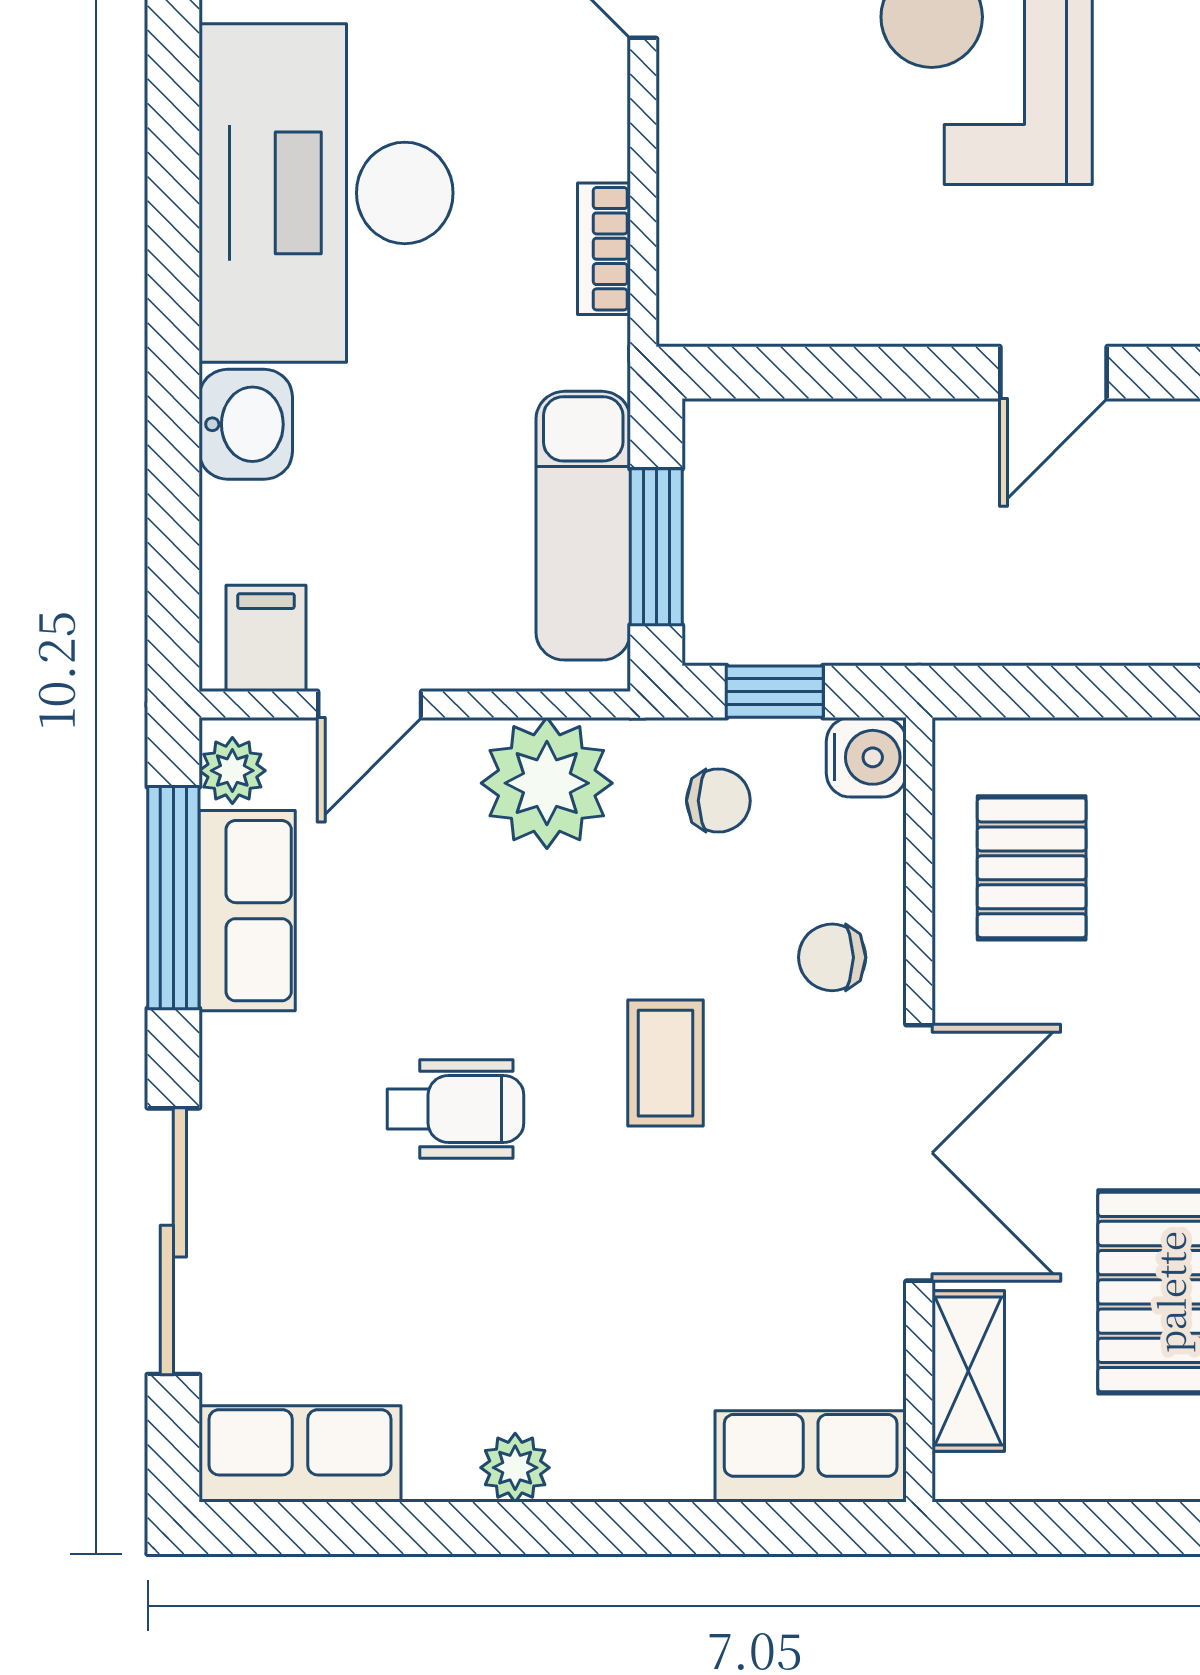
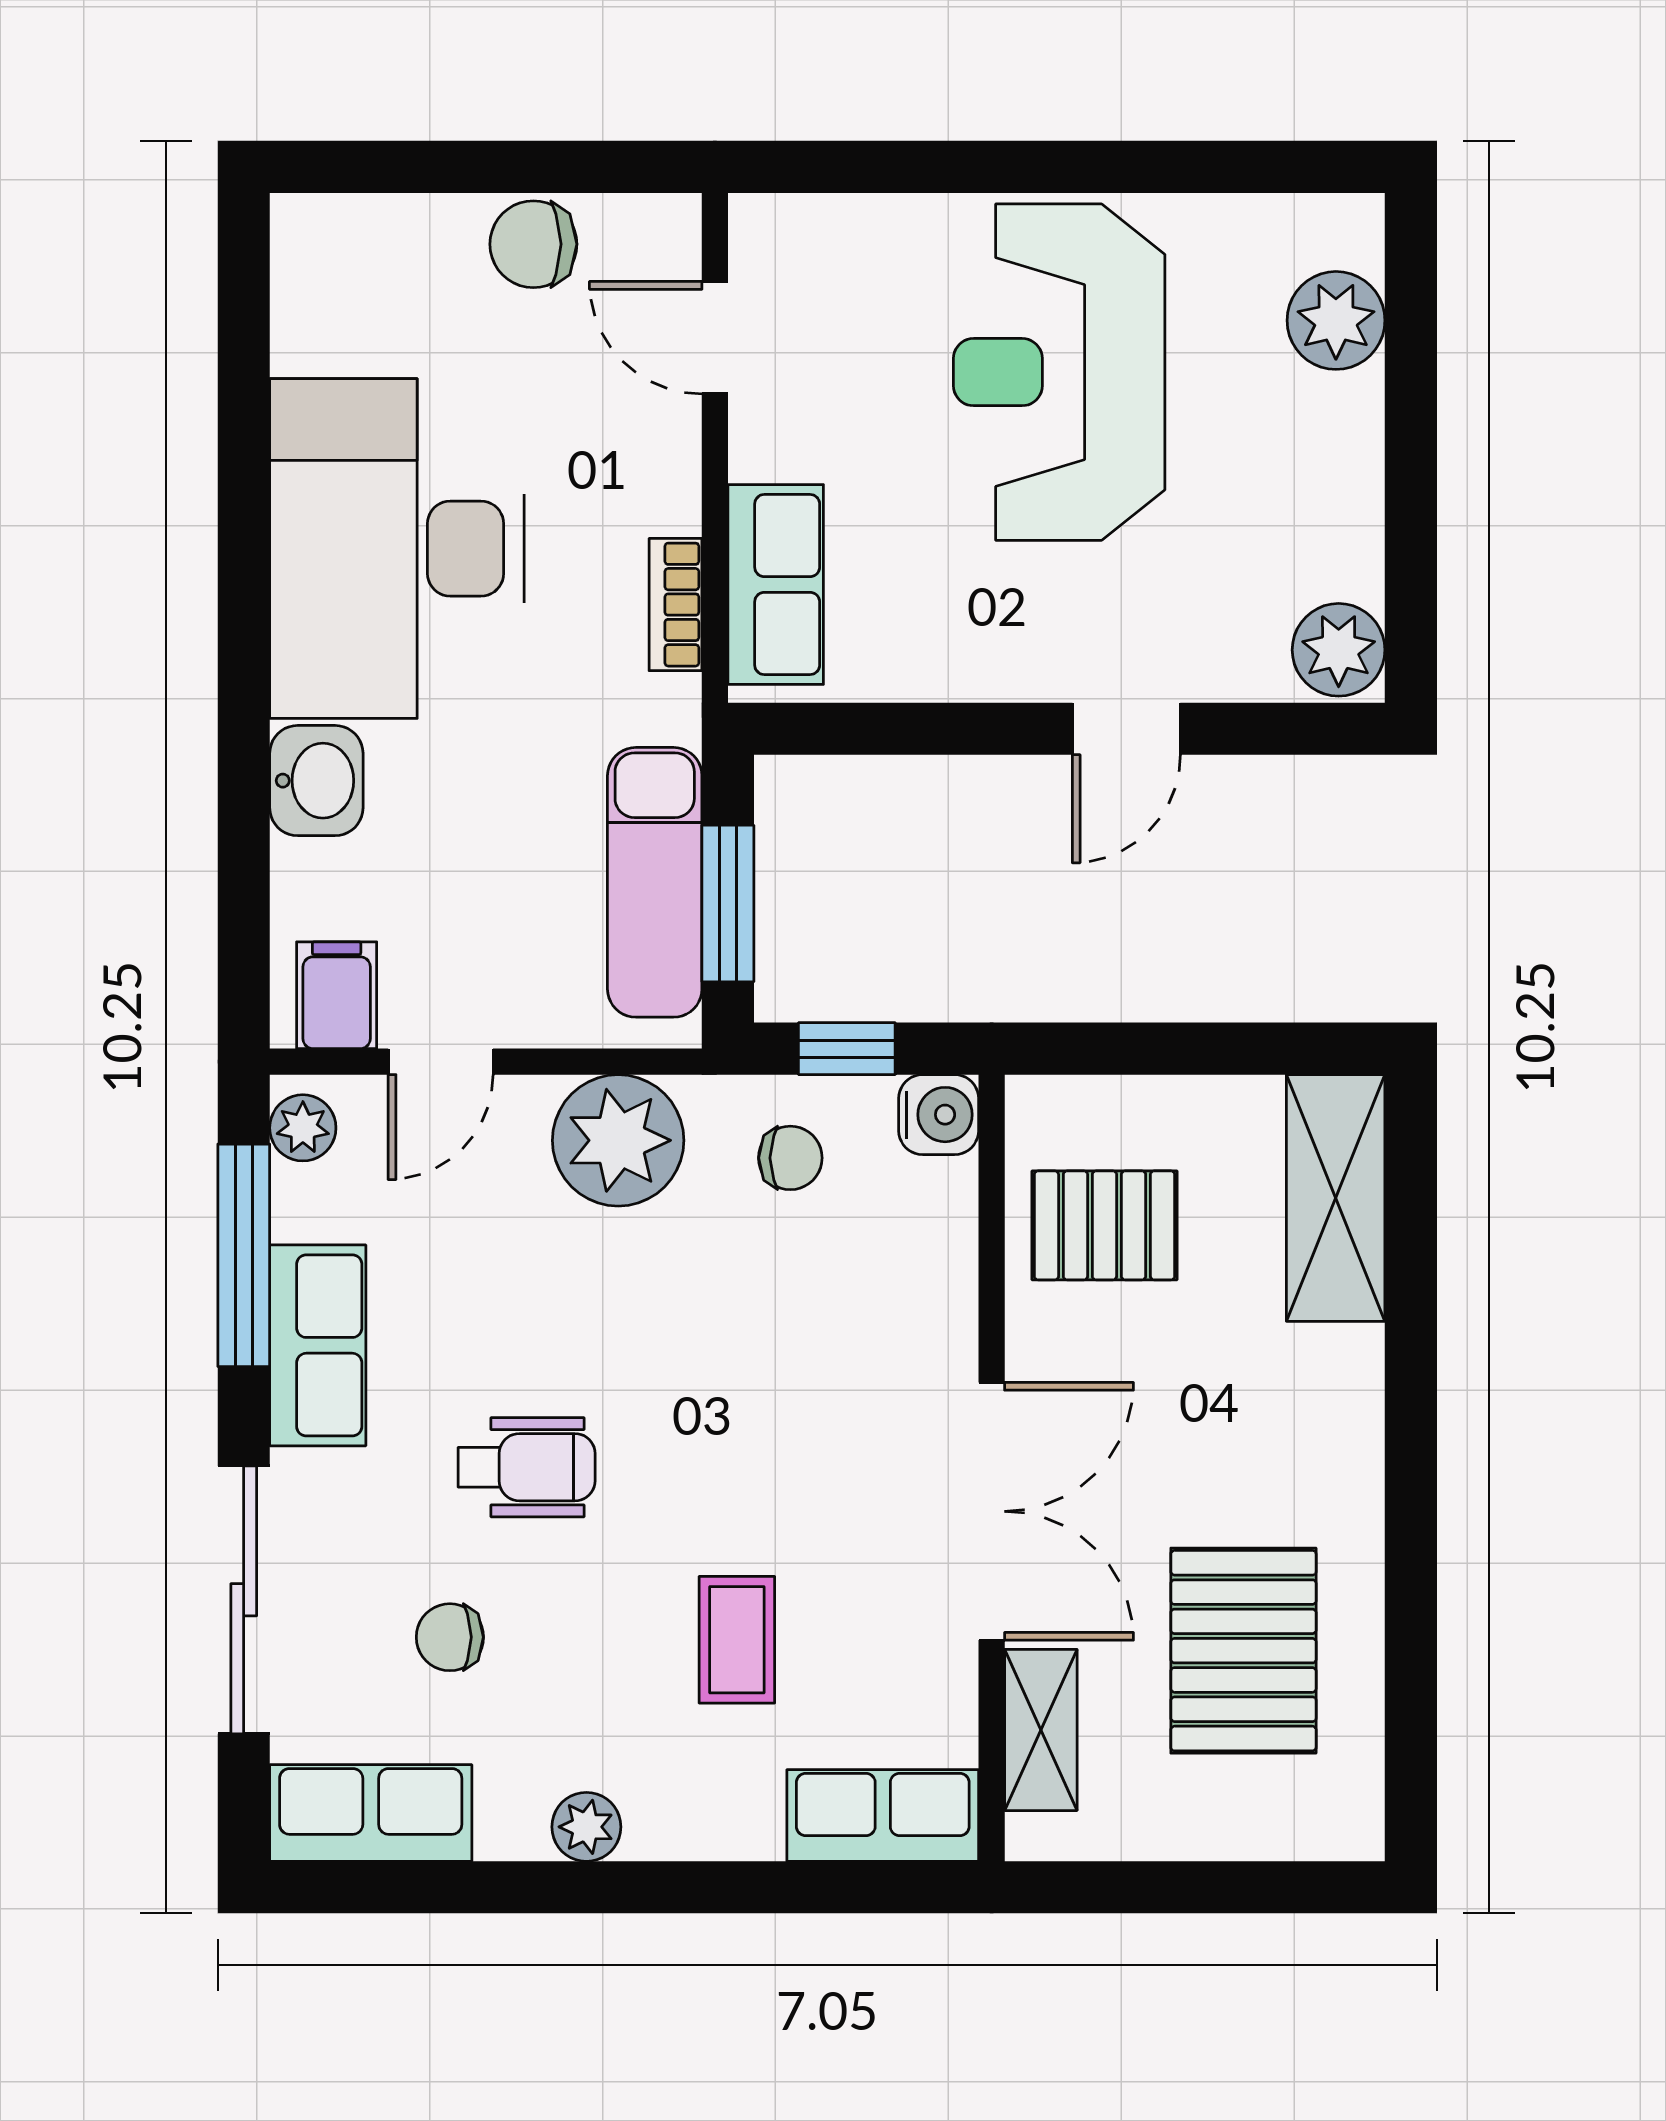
row of seats: (704, 229) -> (776, 585), added
pallet: (1032, 868) -> (1104, 1225), turned 90
row of seats: (247, 911) -> (318, 1345), moved
chair: (832, 957) -> (450, 1637), moved
coffee table: (665, 1063) -> (737, 1640), moved

